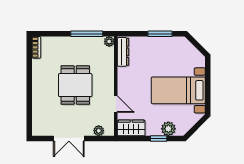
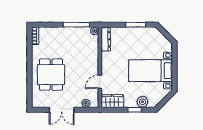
dining table: (75, 85) -> (51, 75), moved
door: (116, 104) -> (100, 82), swing flipped

